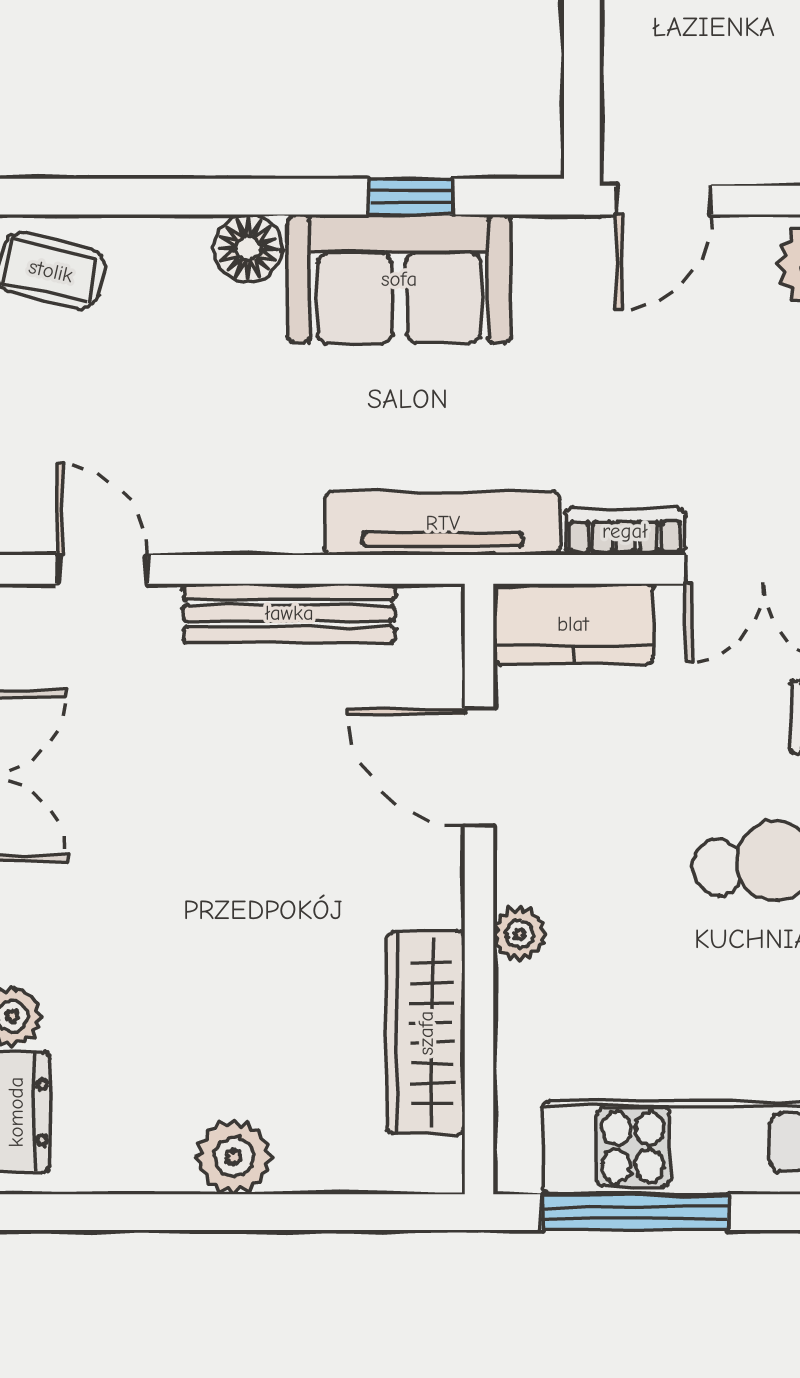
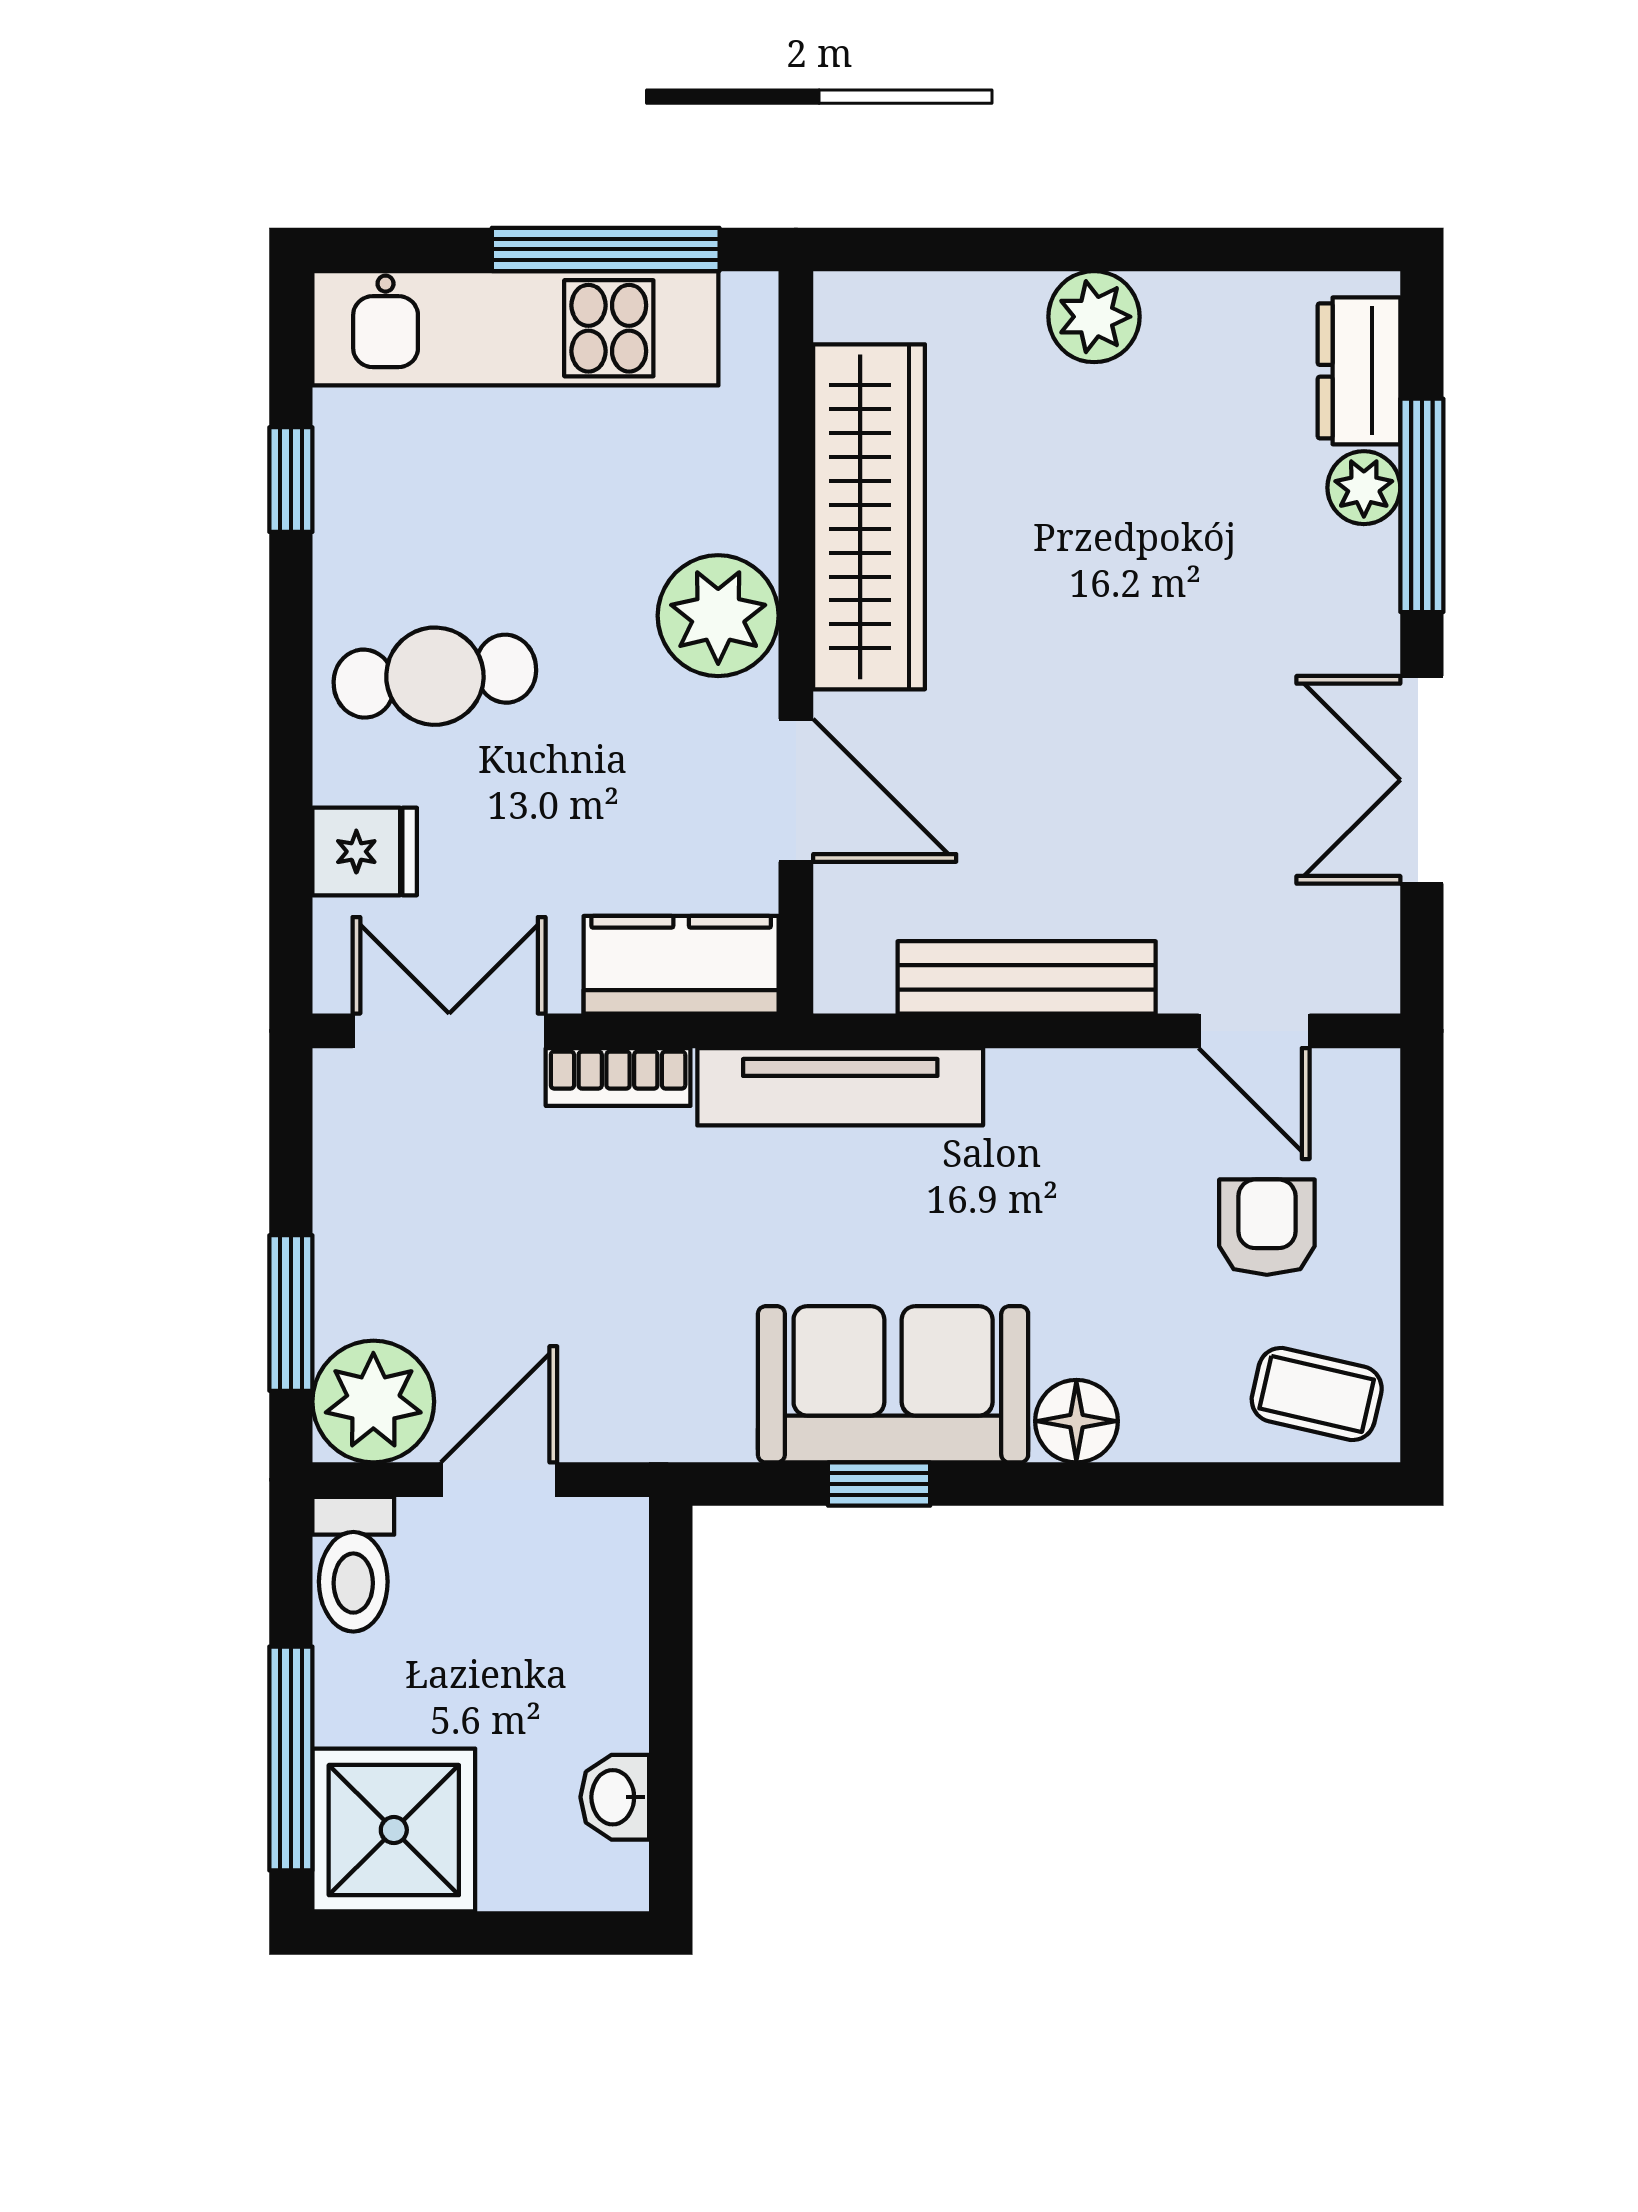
door: (663, 200) -> (499, 1480), moved
armchair: (92, 408) -> (1267, 1227), added
plant: (520, 934) -> (718, 616), width x1.87, depth x1.87
wardrobe: (426, 1033) -> (869, 517), width x1.40, depth x1.17

